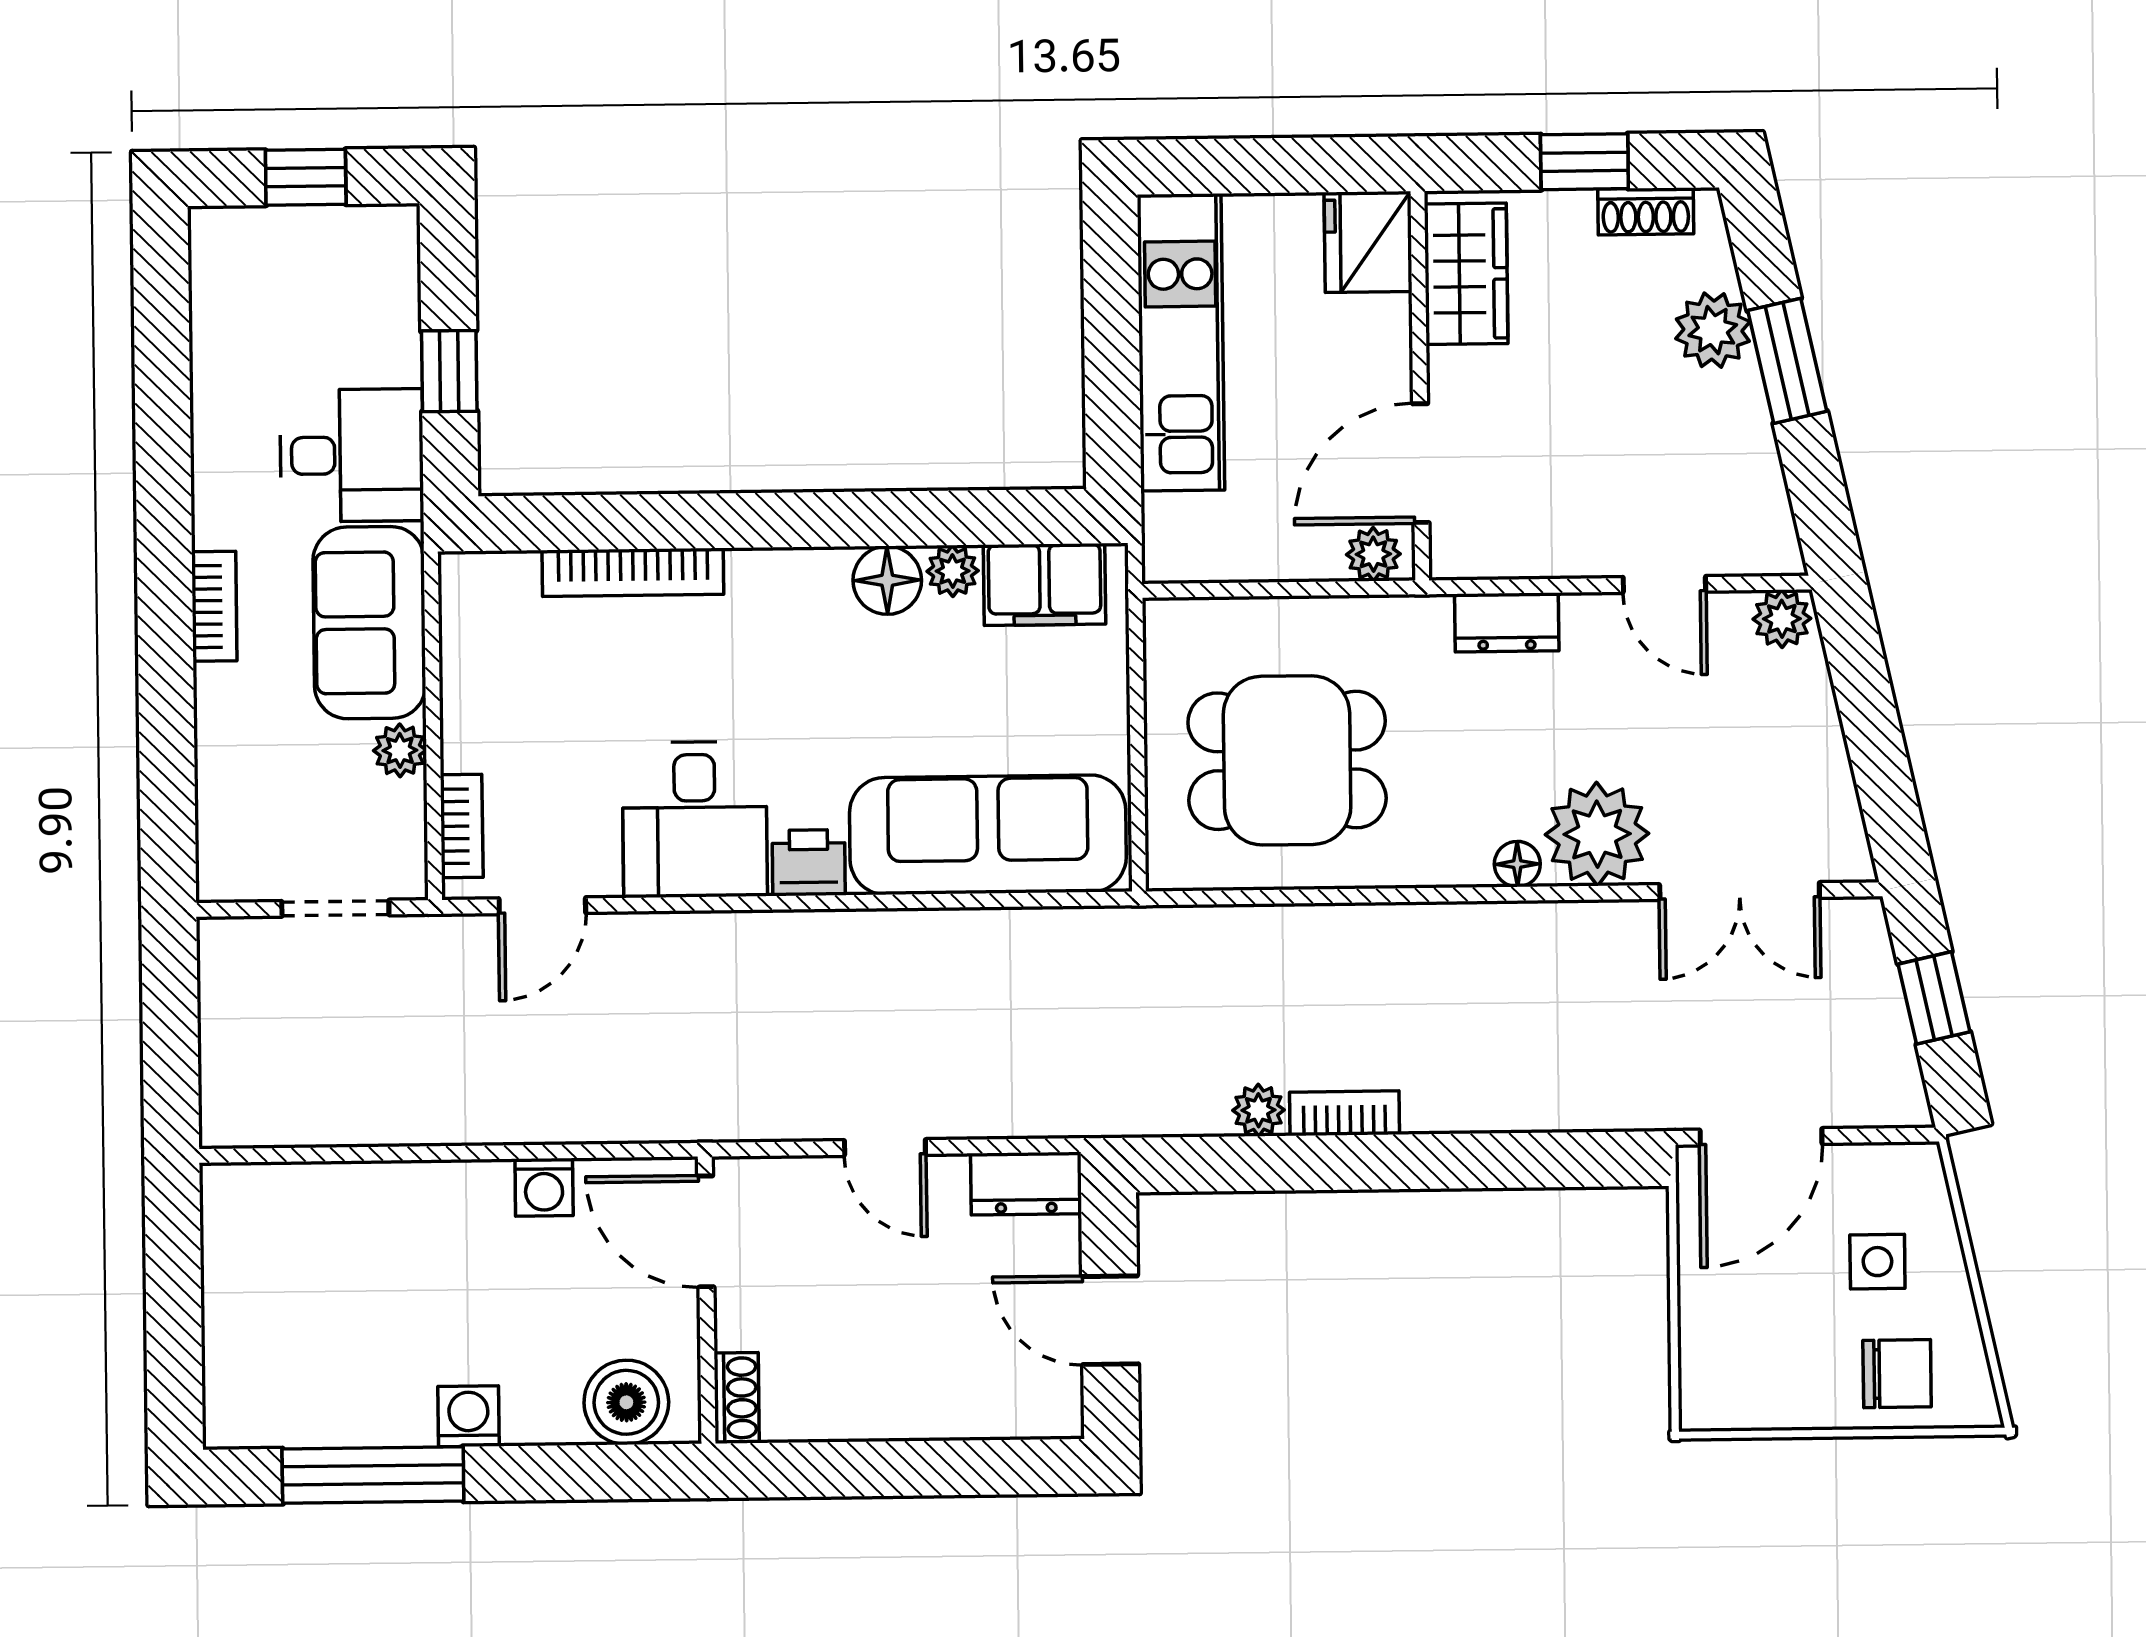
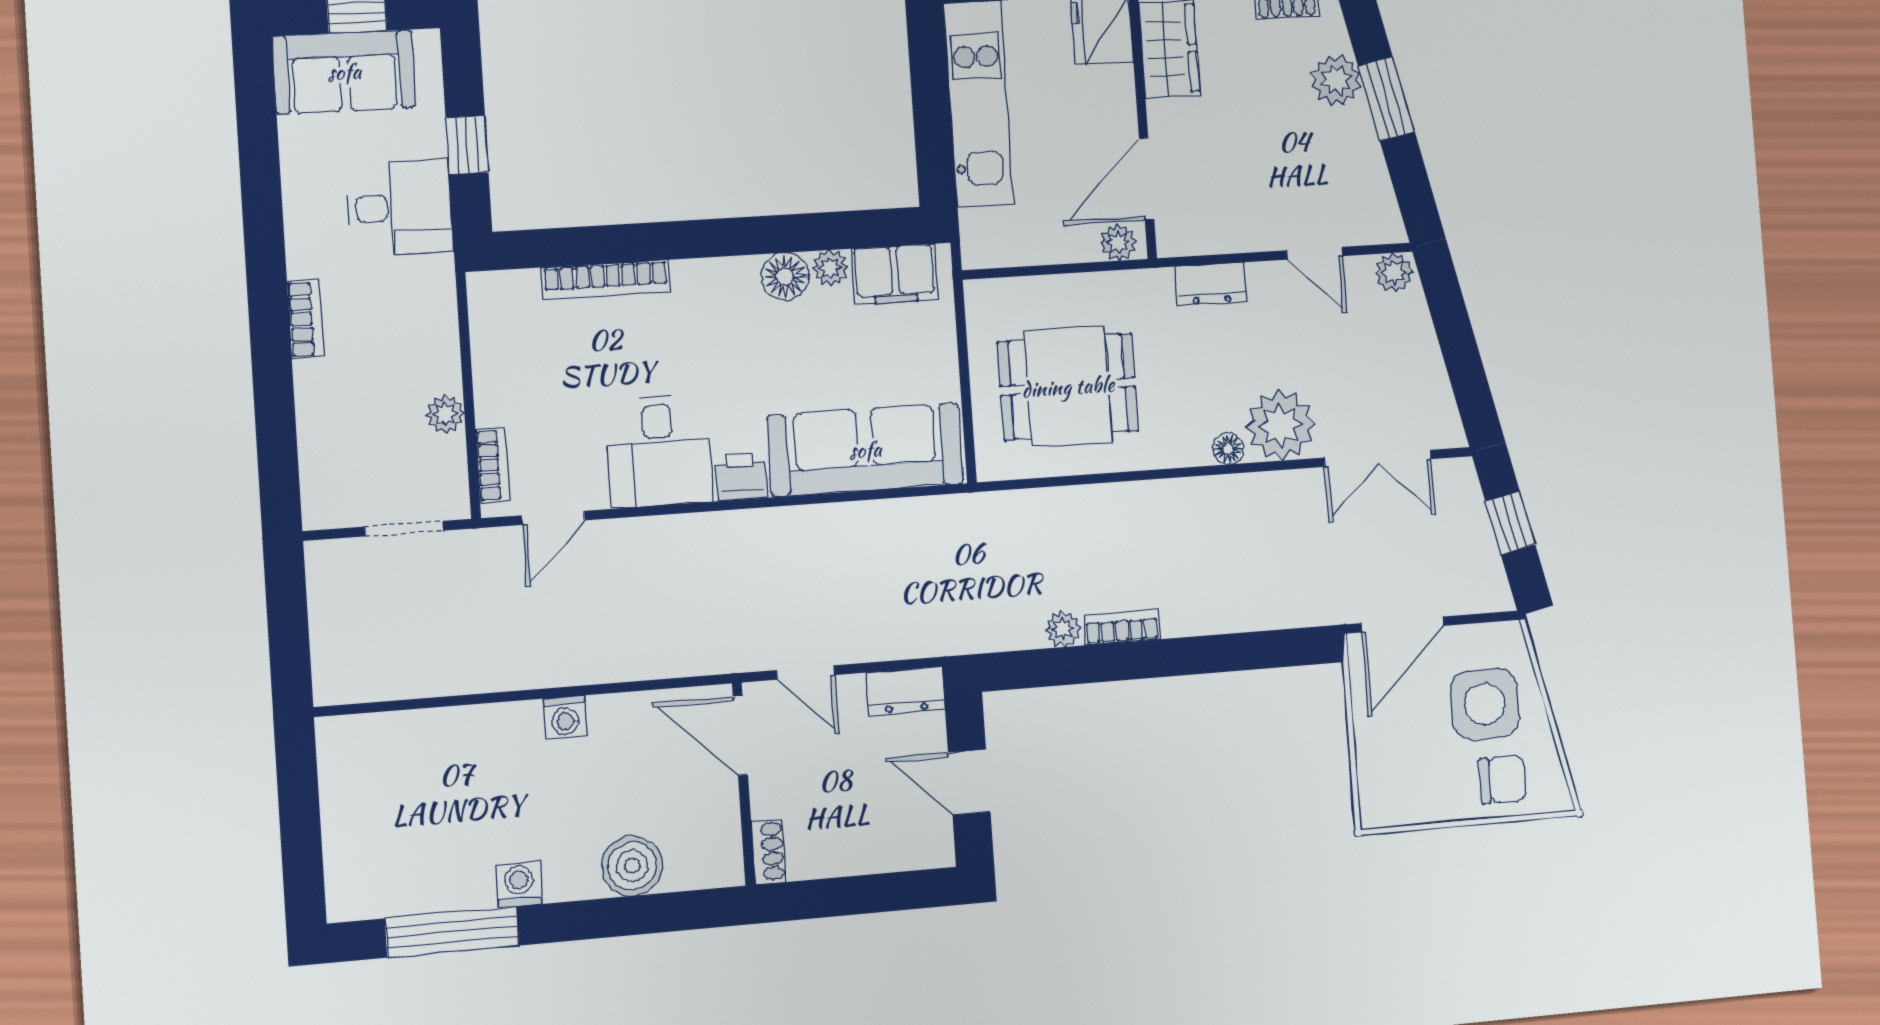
sofa: (369, 623) -> (344, 72), moved, turned -90
door: (706, 1231) -> (740, 736), moved
side table: (1877, 1262) -> (1485, 704), width x1.87, depth x1.87
wall: (707, 1300) -> (744, 784), moved
shoe rack: (737, 1398) -> (769, 851), moved

